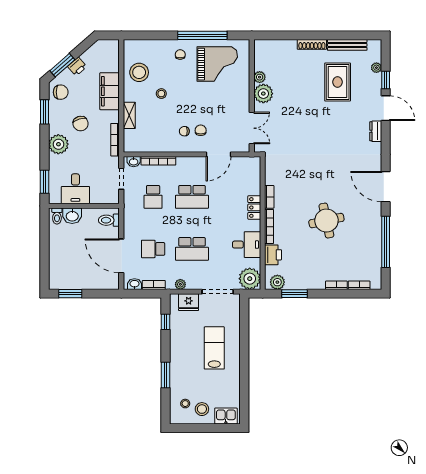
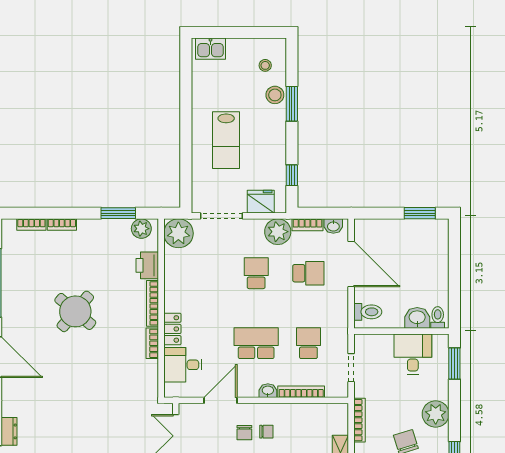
washbasin: (134, 162) -> (268, 391), moved
round table: (326, 221) -> (75, 311), turned -38
desk: (247, 245) -> (183, 365), moved
school desk: (192, 249) -> (256, 273), width x0.54
plant: (180, 284) -> (278, 232), width x1.88, depth x1.88
stool: (202, 409) -> (275, 95), moved

